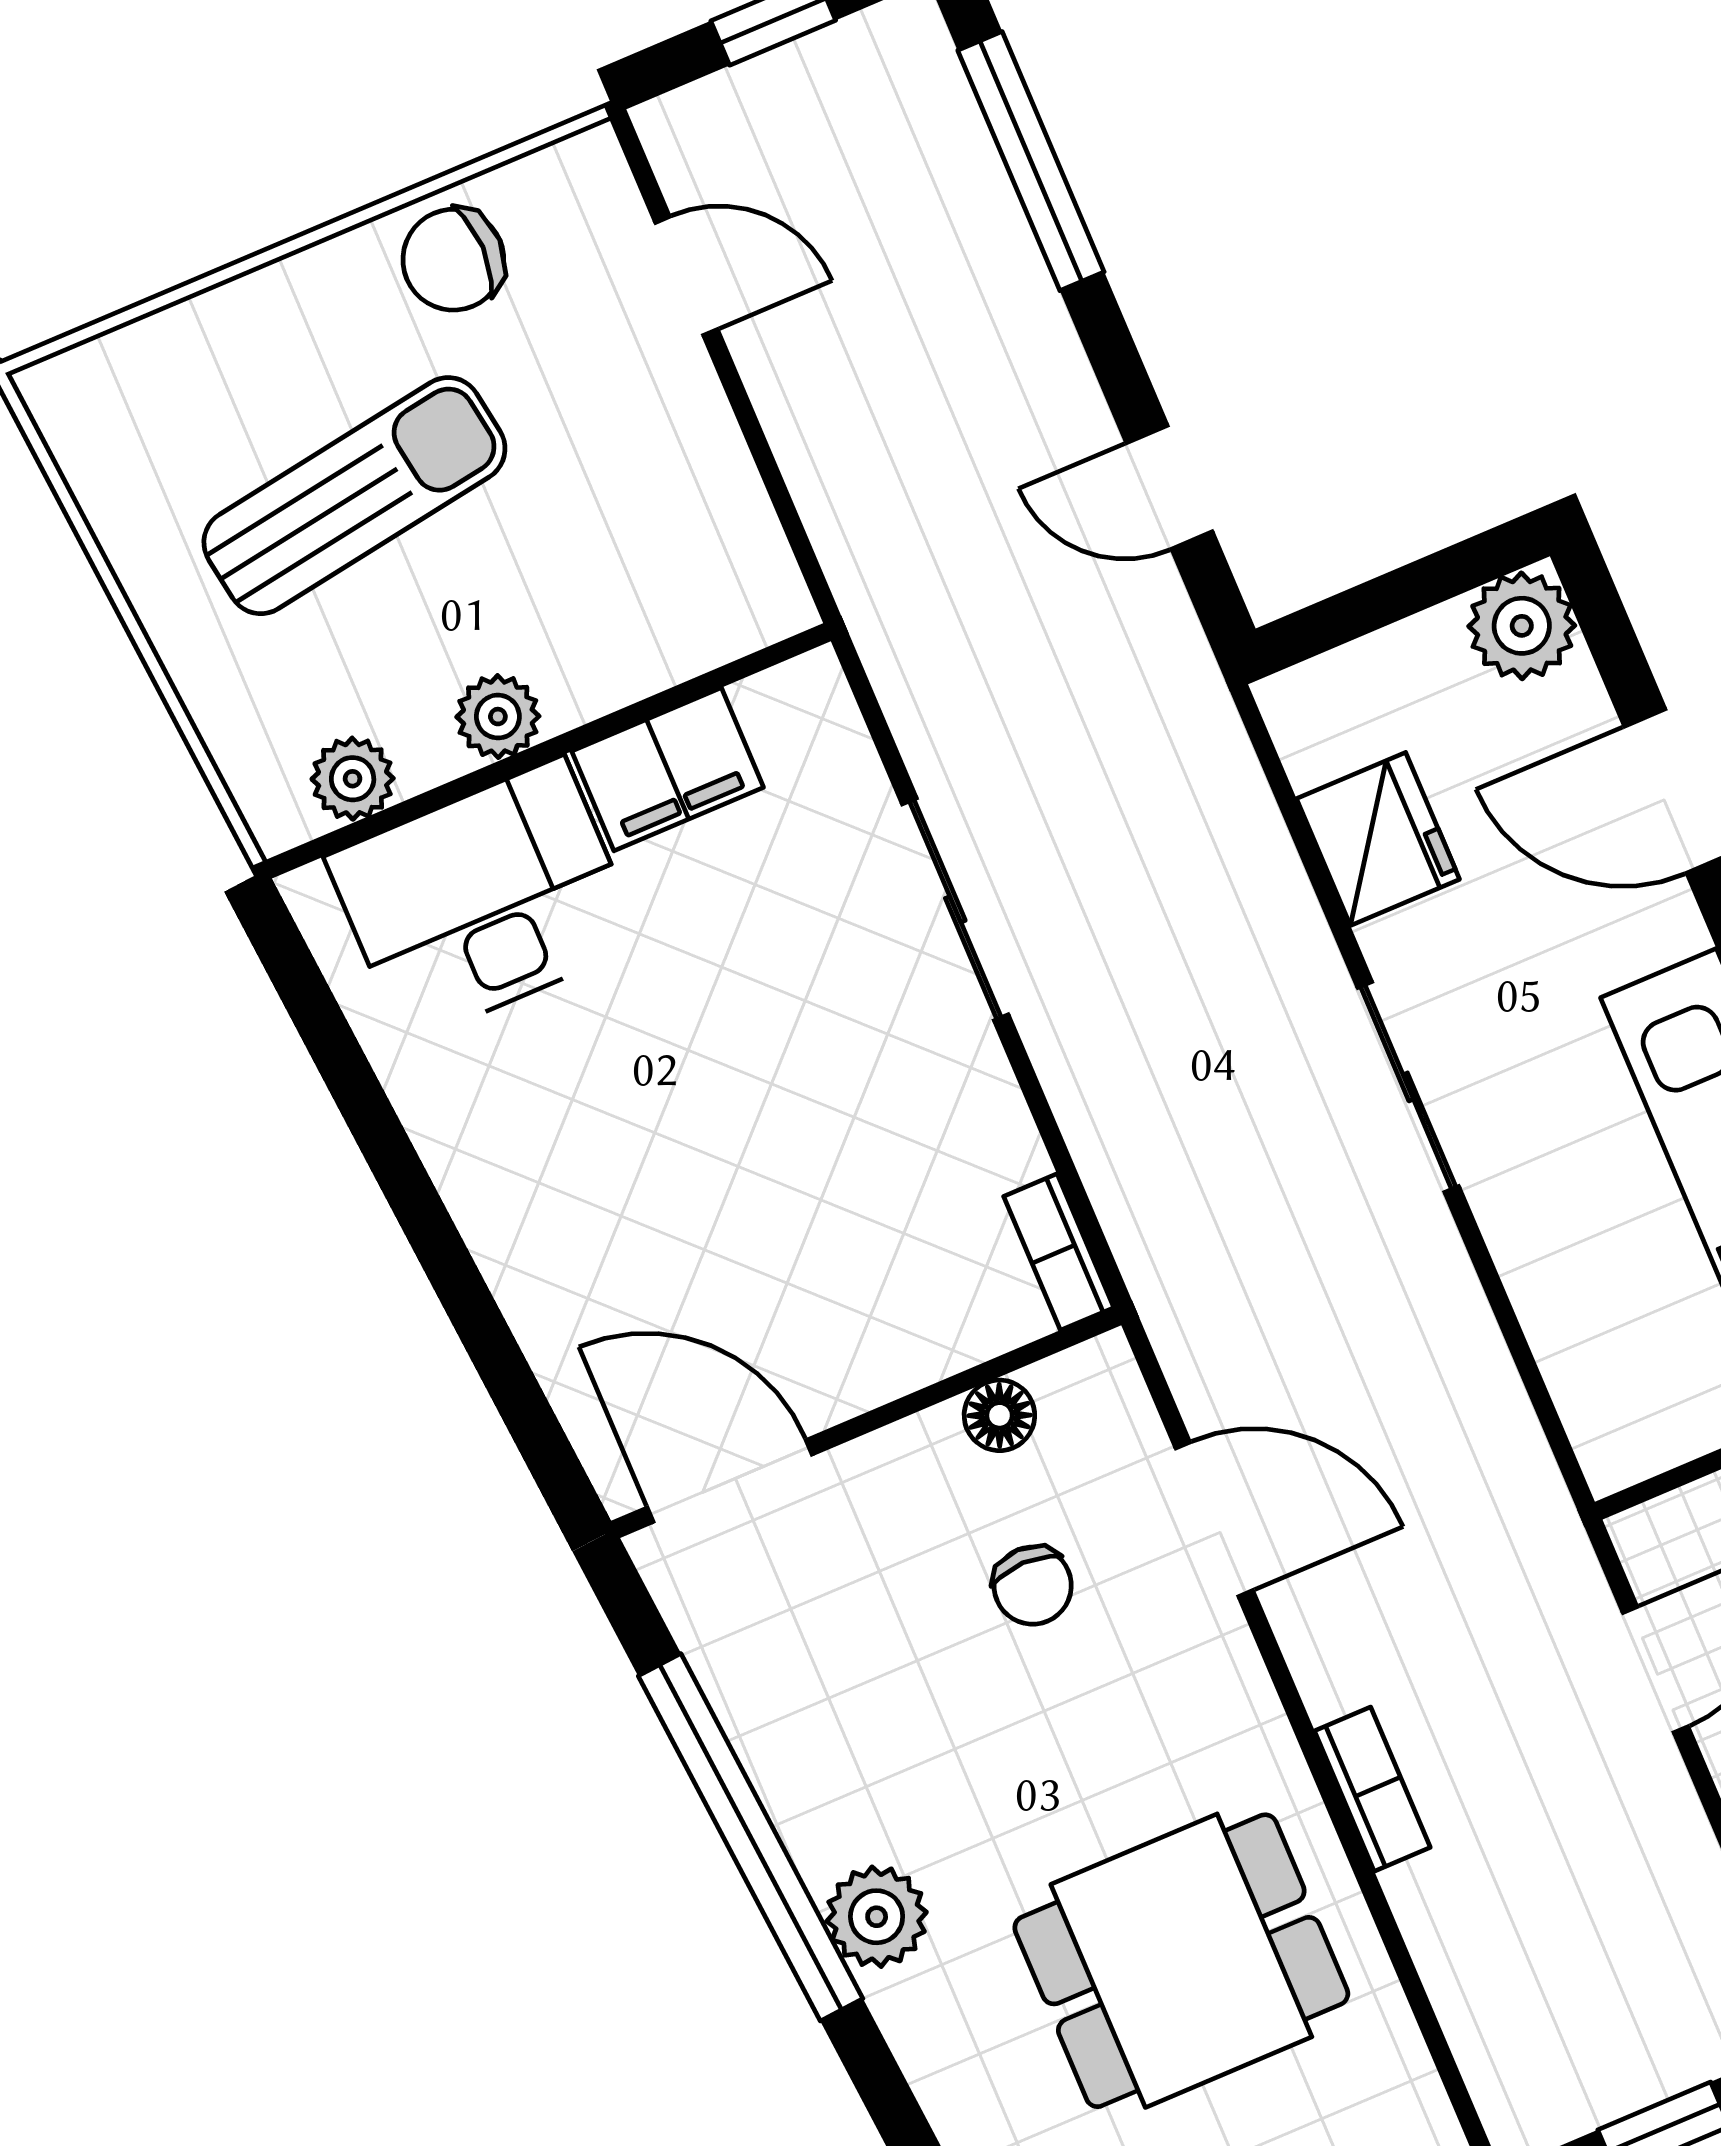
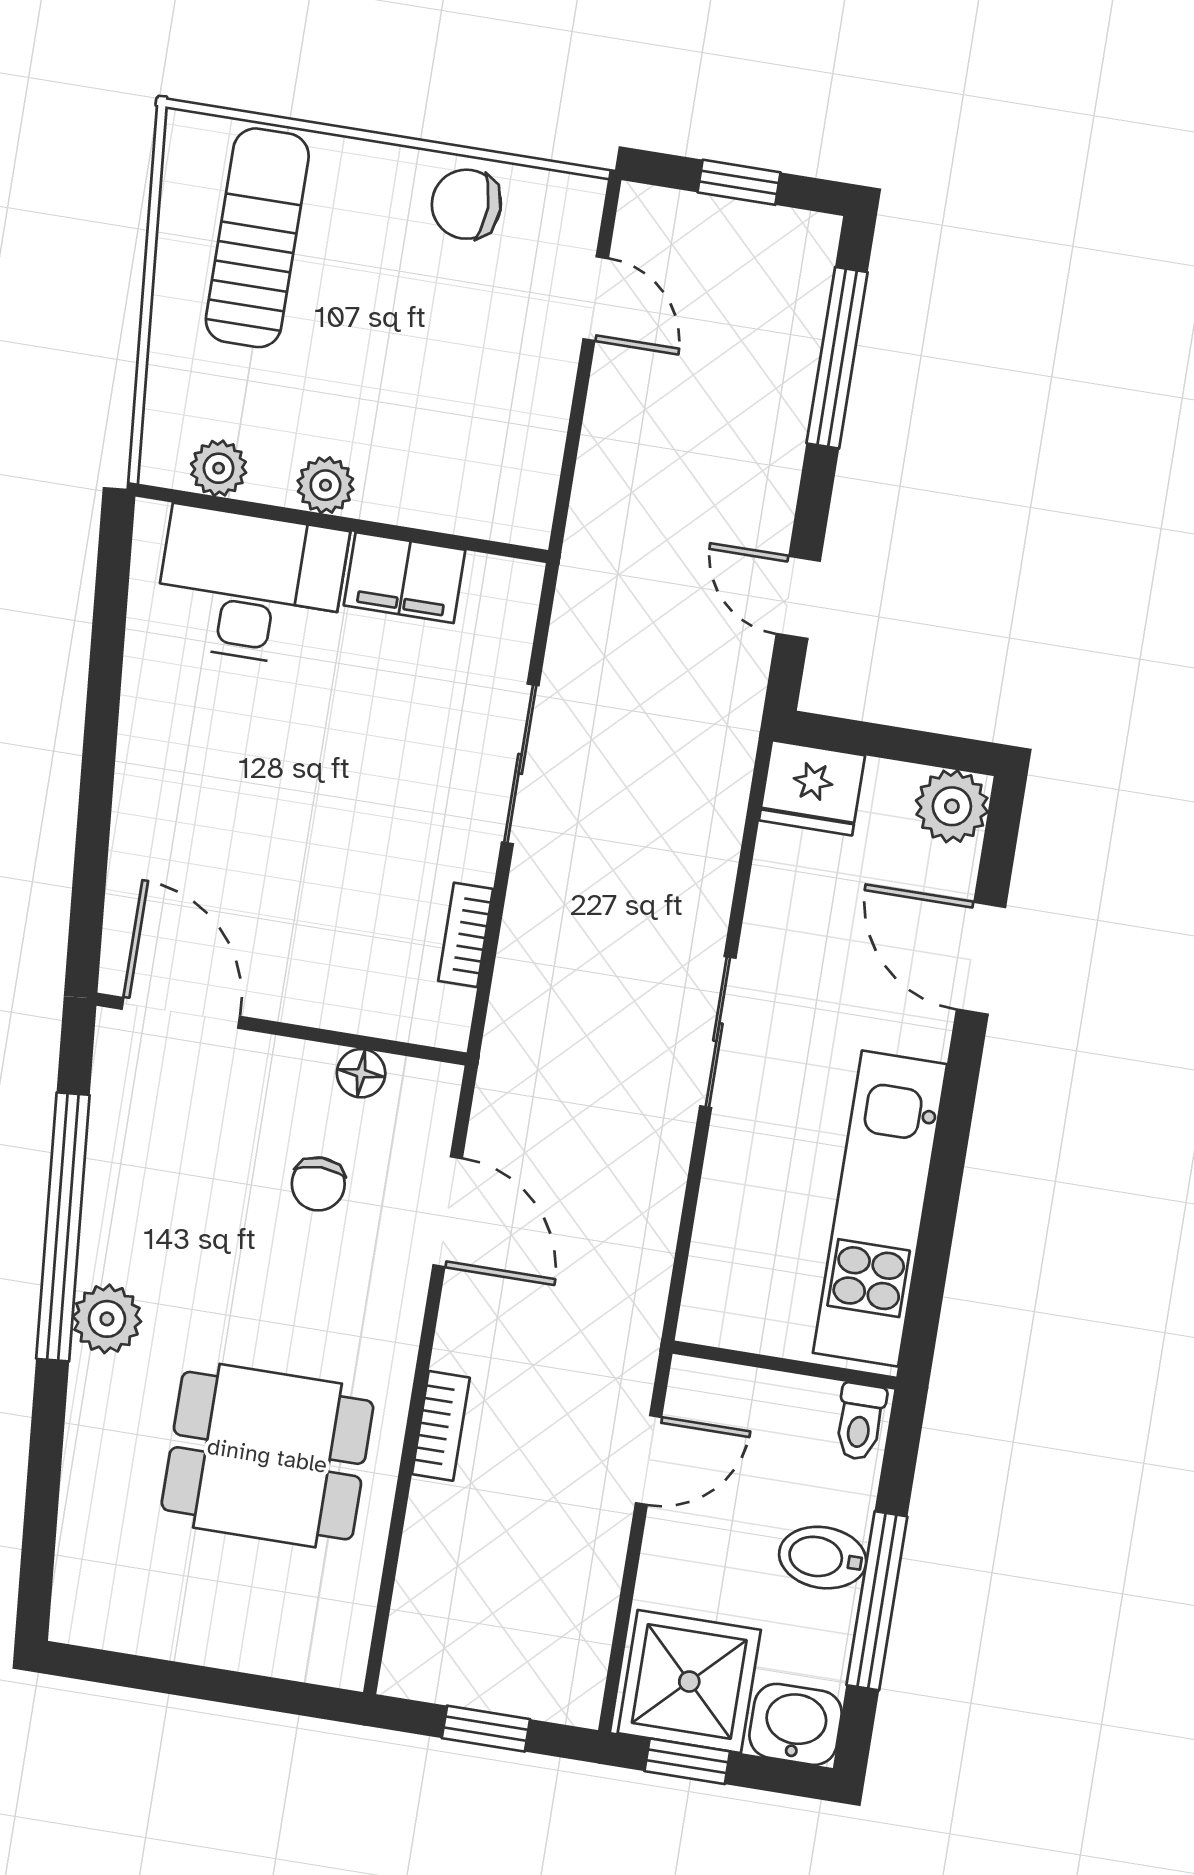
sun lounger: (354, 496) -> (257, 238), moved, turned -81
fridge: (1378, 839) -> (812, 788), moved, turned 90
bookcase: (1059, 1252) -> (466, 935), moved

